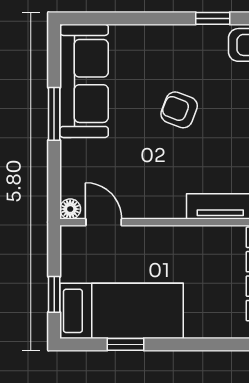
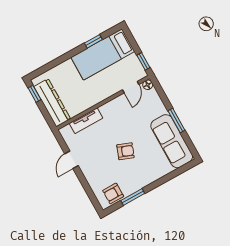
window: (213, 18) -> (133, 197), width x1.50
door: (104, 222) -> (131, 87), hinge flipped
window: (54, 294) -> (143, 61), moved

